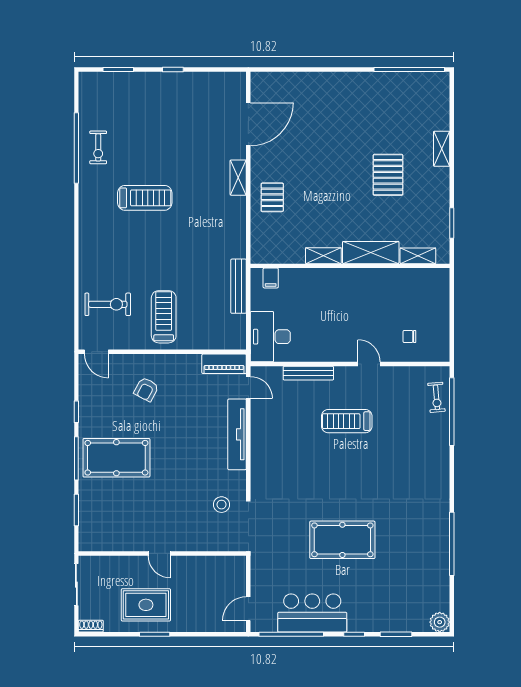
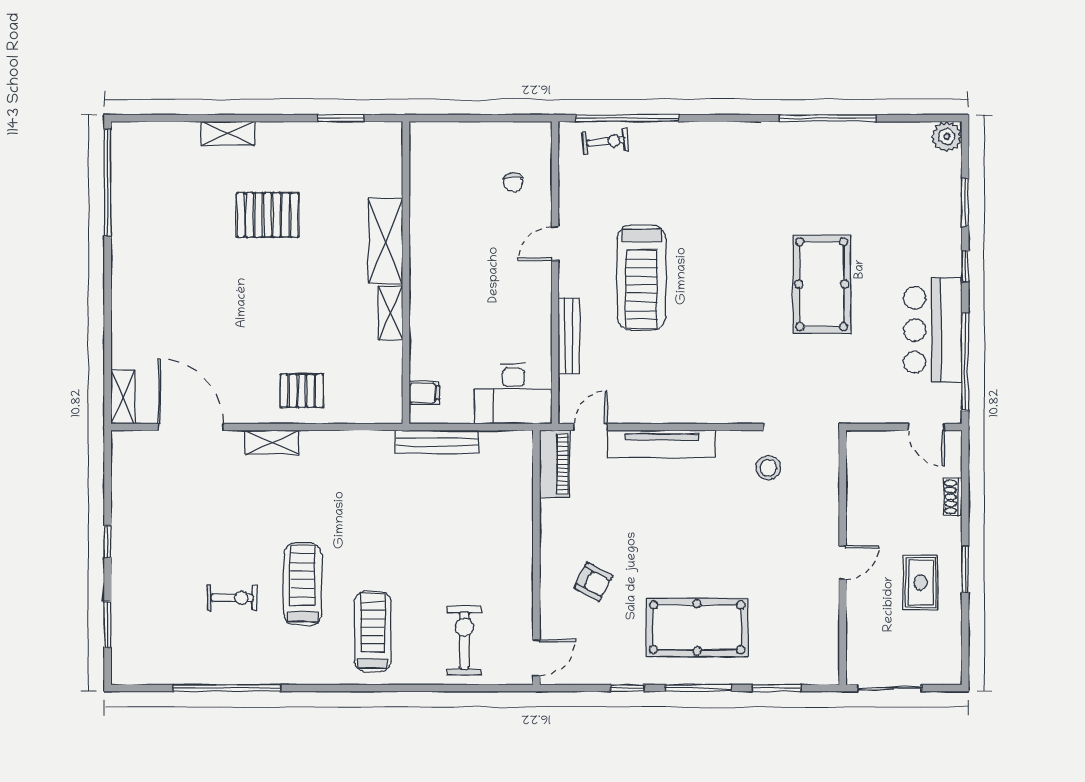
exercise bike: (98, 147) -> (232, 598), moved
shelving: (418, 256) -> (123, 397), moved
treadmill: (164, 317) -> (373, 632), moved, turned 90
treadmill: (347, 421) -> (642, 278), width x1.37, depth x1.38
pool table: (116, 458) -> (697, 627), turned 90
rug: (146, 605) -> (921, 582), width x0.73, depth x0.70
shoe rack: (91, 626) -> (953, 497), moved

